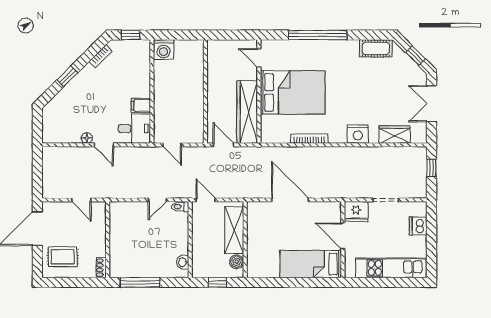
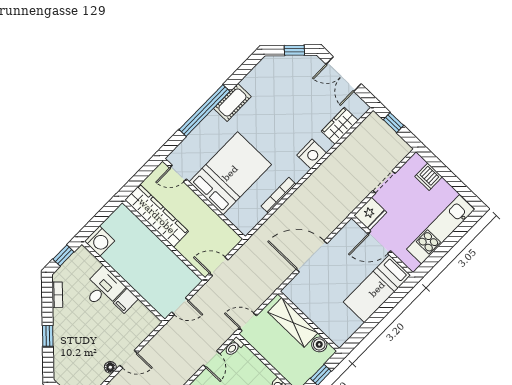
cot: (376, 48) -> (232, 103), moved
wardrobe: (247, 112) -> (157, 216), moved, turned 180
desk: (134, 129) -> (103, 288), moved

